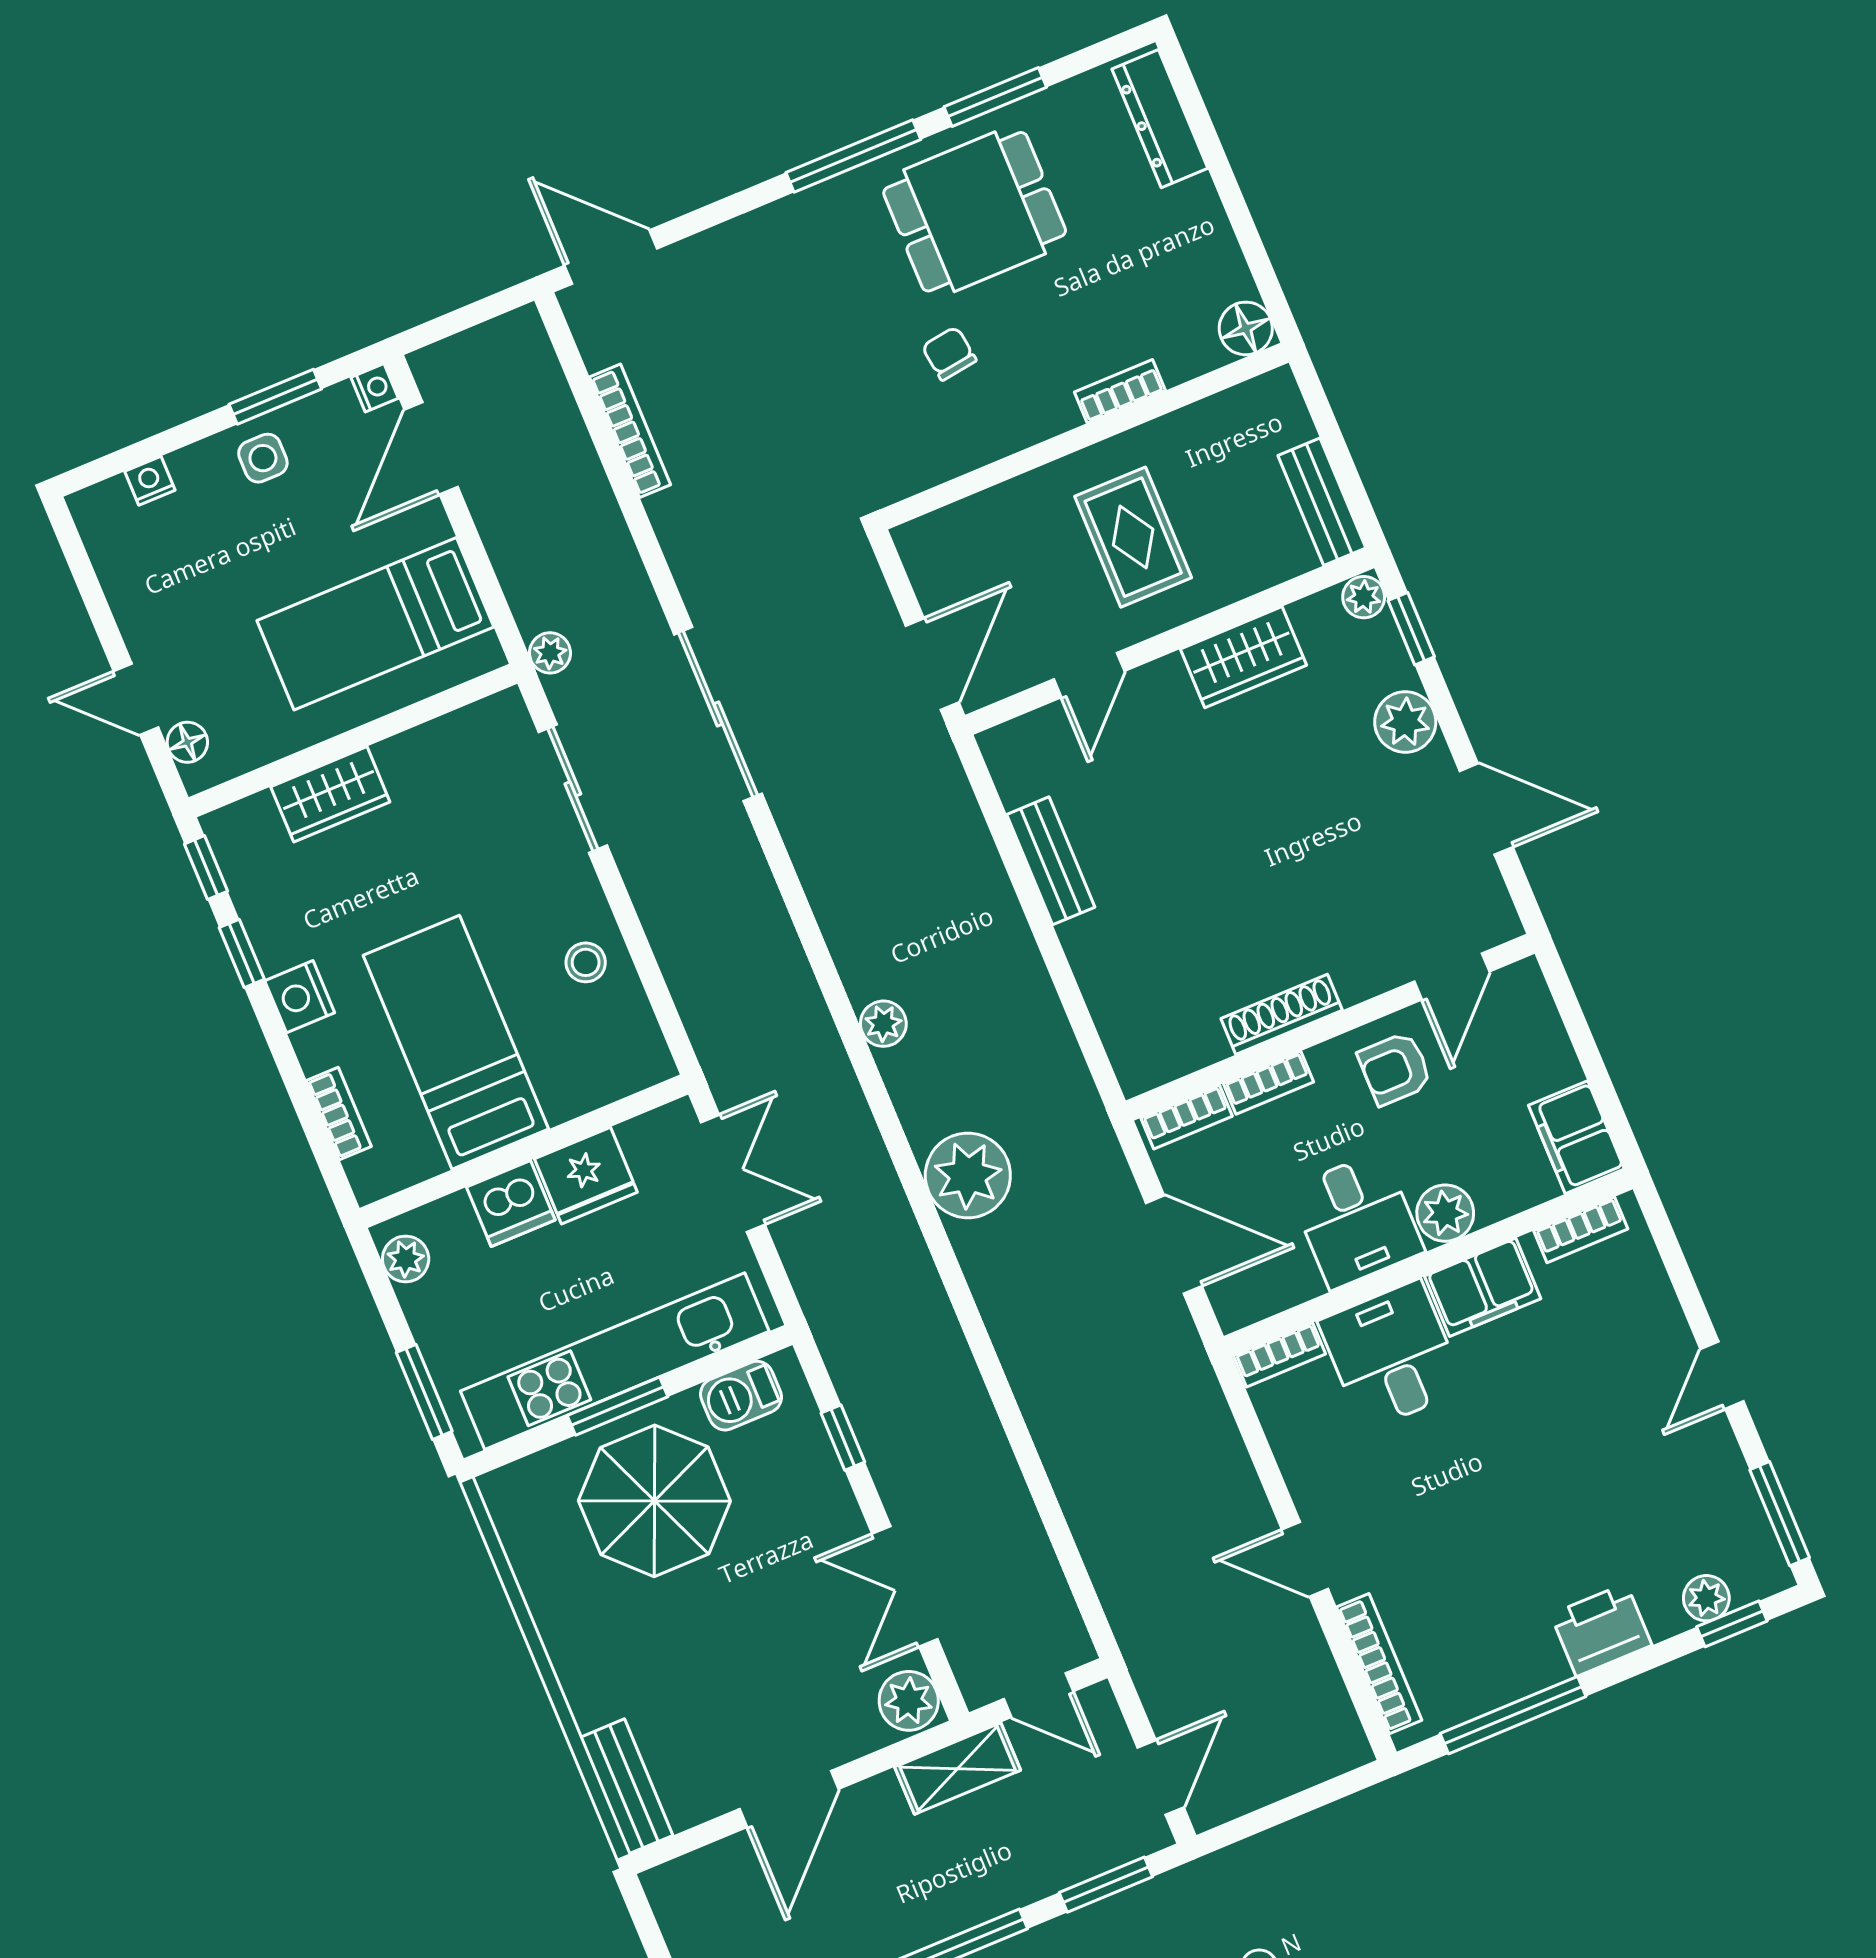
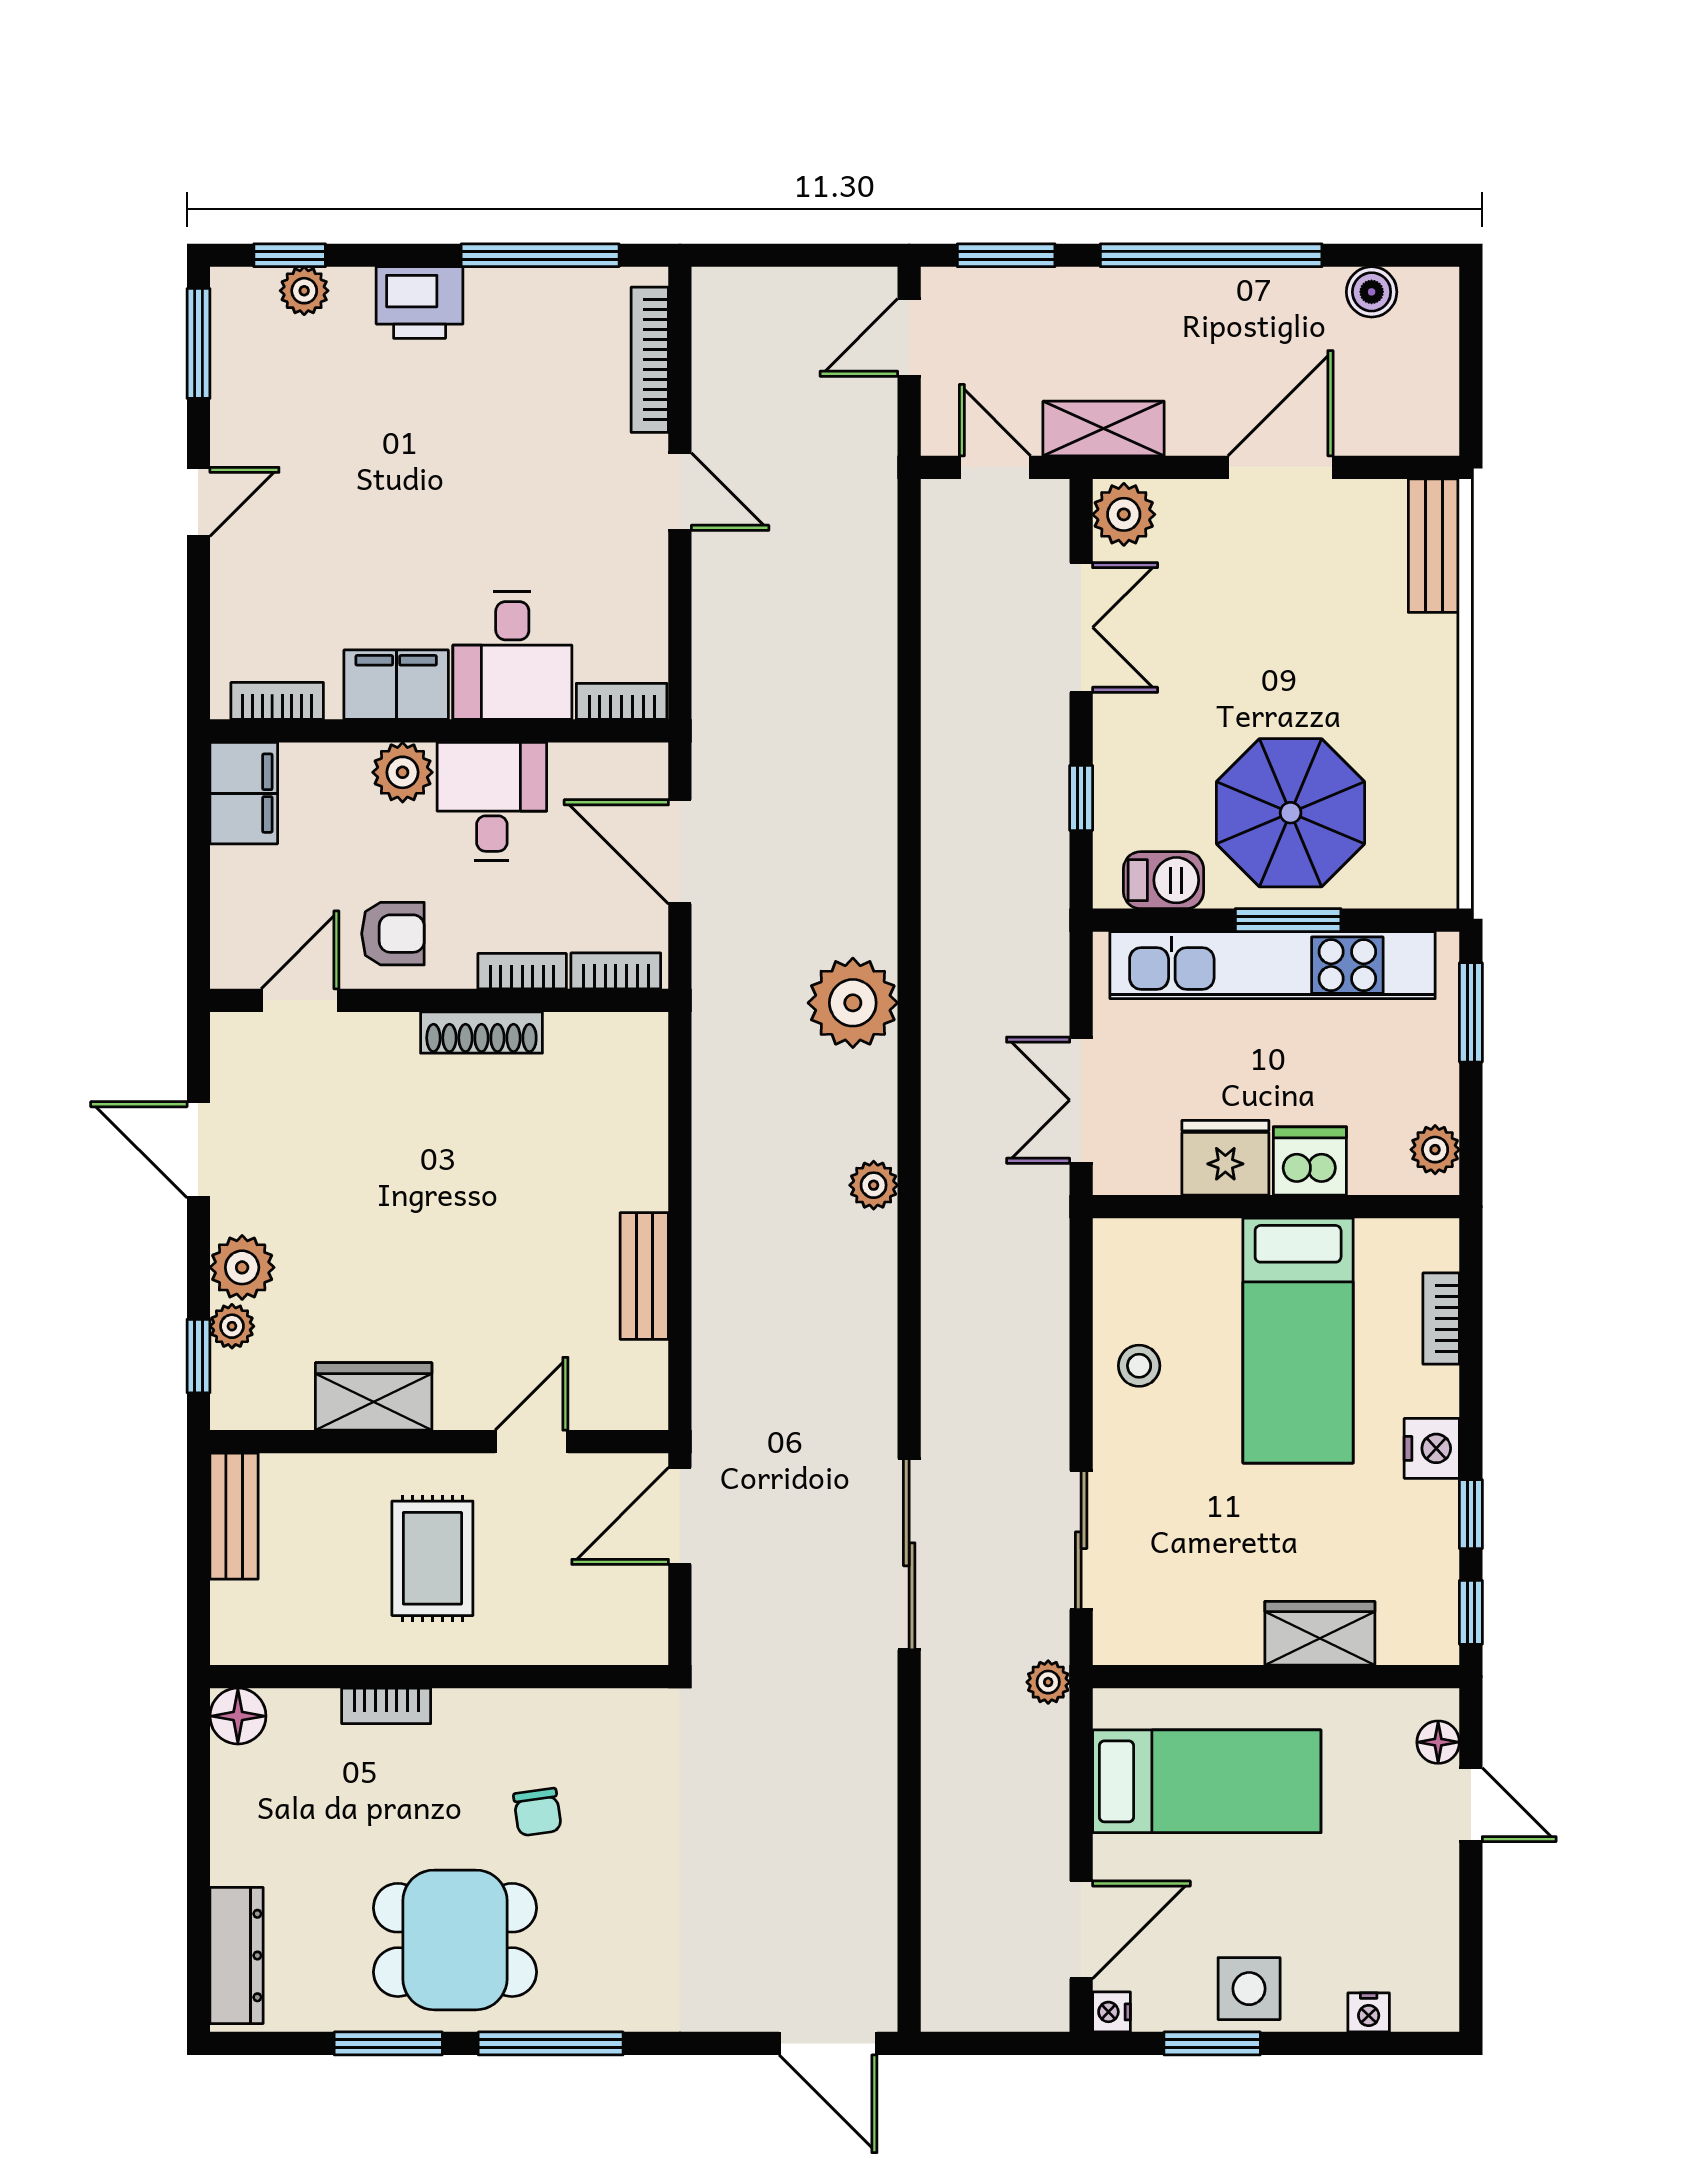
bookcase: (630, 431) -> (880, 1866), removed
side table: (263, 458) -> (1249, 1989), width x1.37, depth x1.37
plant: (1364, 597) -> (232, 1326), moved

